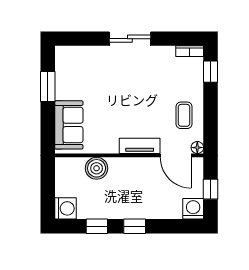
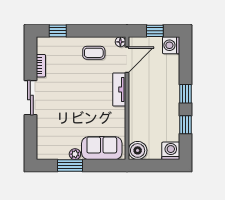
bookcase: (190, 51) -> (41, 66), moved
plant: (62, 93) -> (75, 154), added
boiler: (97, 168) -> (138, 150), moved

